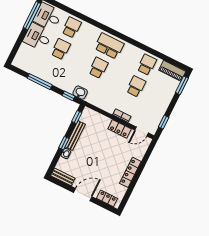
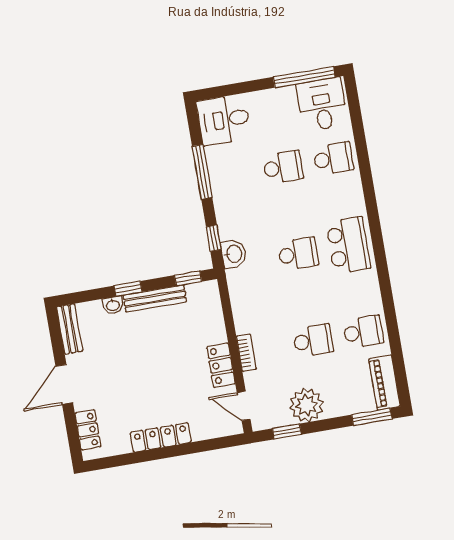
desk: (38, 37) -> (224, 120), moved, turned -90
plant: (159, 107) -> (306, 405), added
door: (83, 195) -> (64, 384), swing flipped

